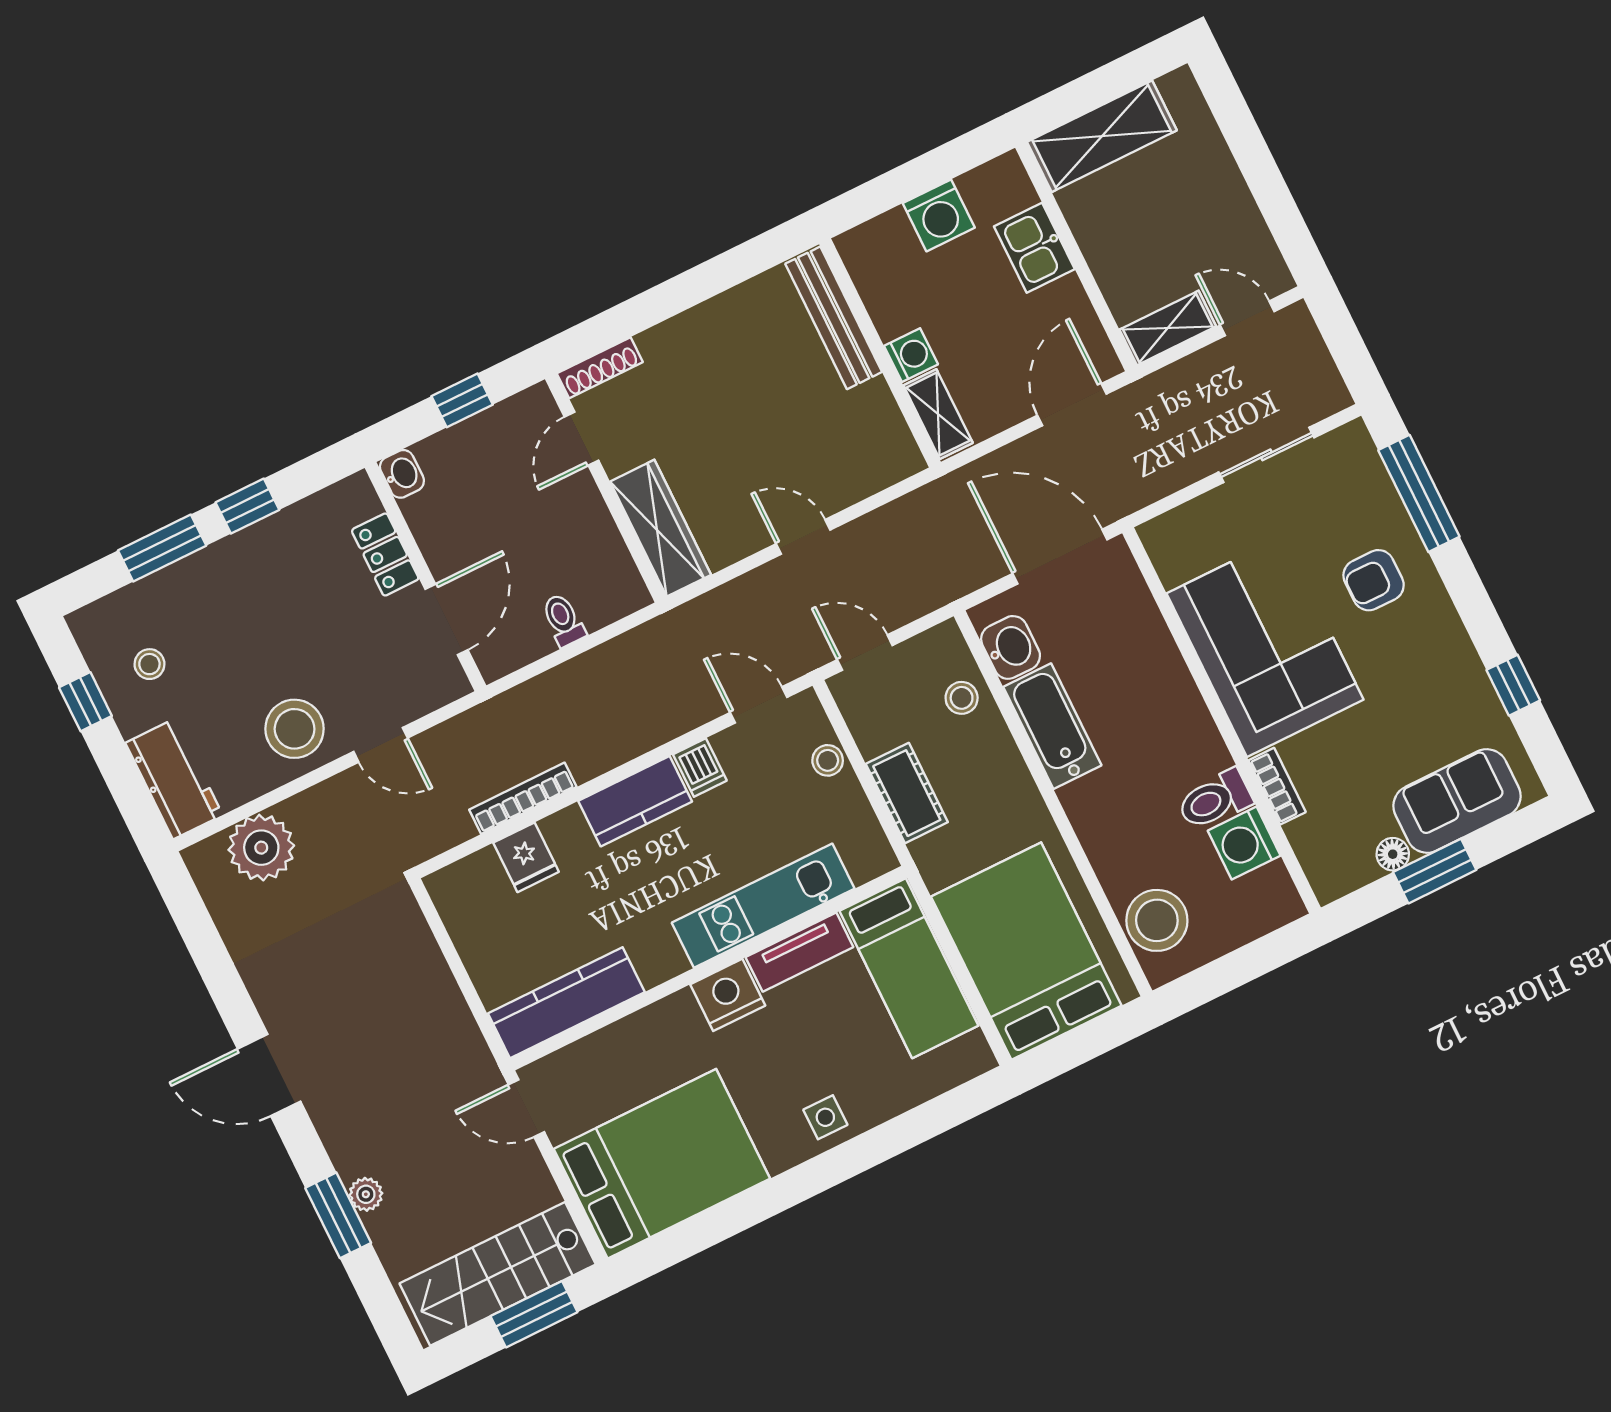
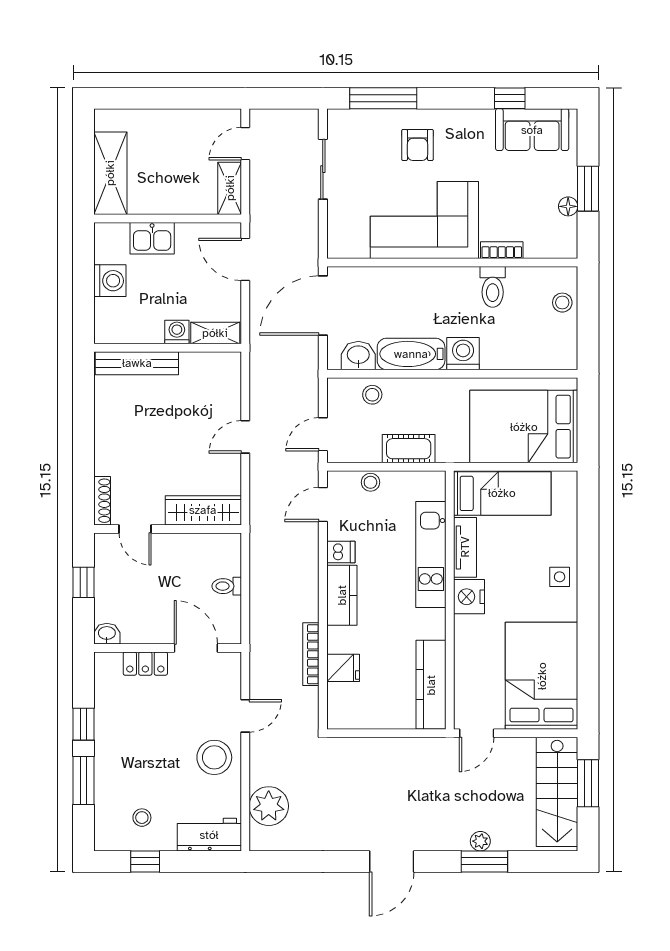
sofa: (1457, 801) -> (532, 130), moved, turned -90
washing machine: (1244, 843) -> (463, 354), moved, turned 180
stool: (1157, 920) -> (562, 303), moved, width x0.53, depth x0.53

